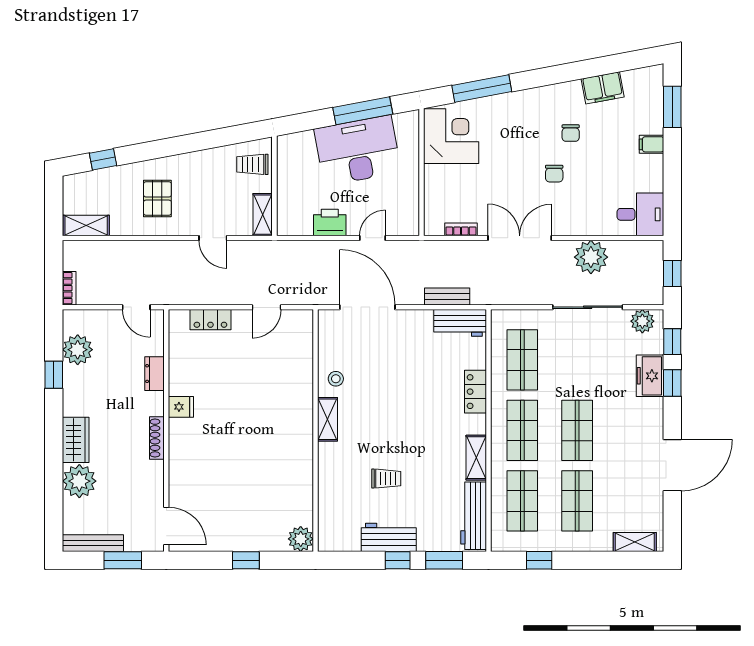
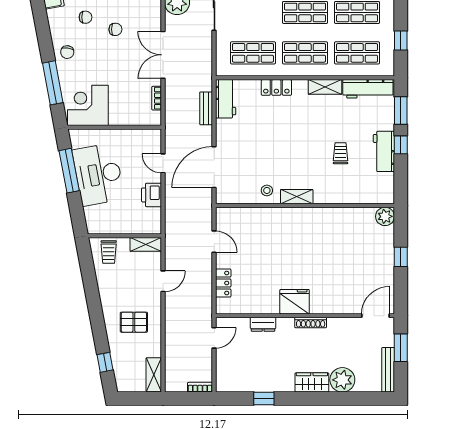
chair: (523, 108) -> (67, 52), added
plant: (78, 350) -> (245, 381), removed
fridge: (181, 407) -> (295, 302), width x1.88, depth x1.34

